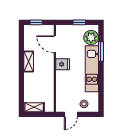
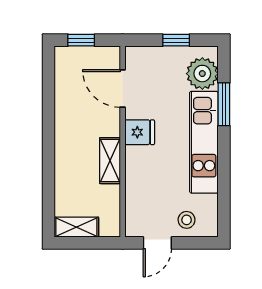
shelving: (29, 62) -> (110, 161), moved

